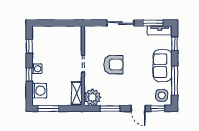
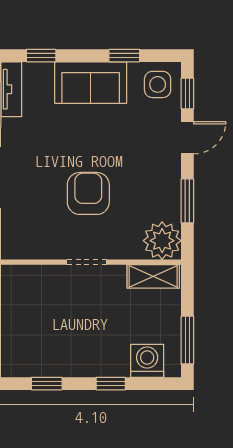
washing machine: (37, 69) -> (98, 366), removed
window: (175, 81) -> (124, 56), width x0.46

